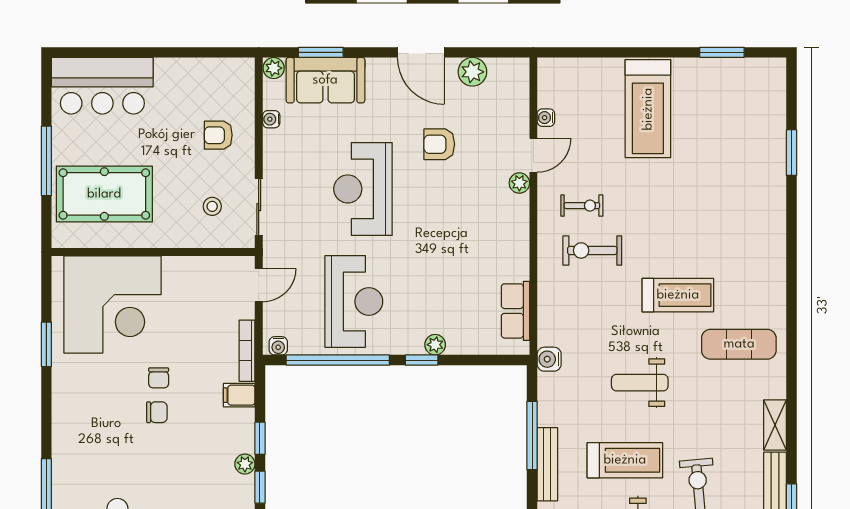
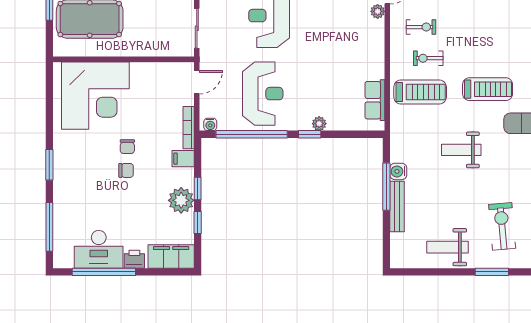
stool: (212, 206) -> (165, 28), removed
exercise bike: (592, 250) -> (428, 58), width x0.73, depth x0.72
window: (46, 344) -> (49, 165), moved
water cooler: (549, 359) -> (398, 171), moved
treadmill: (625, 460) -> (420, 92), moved
plant: (245, 464) -> (181, 200), width x1.88, depth x1.88

